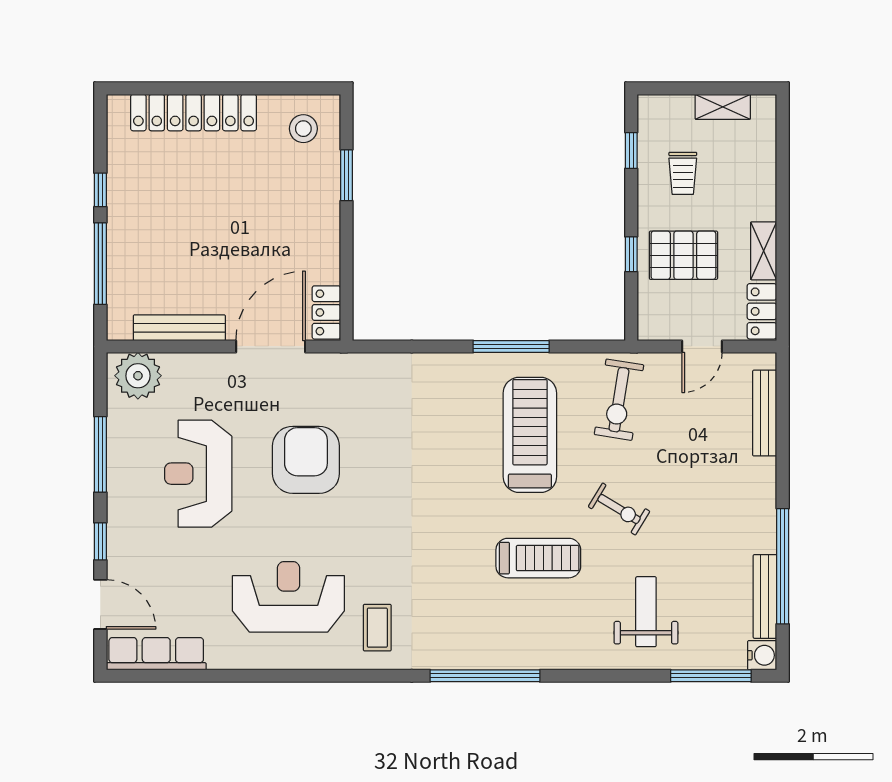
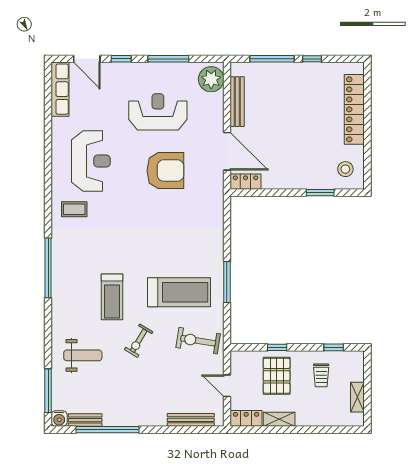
trolley: (683, 173) -> (321, 375), turned -90
bench: (765, 596) -> (85, 420), width x0.73
door: (100, 604) -> (87, 59), hinge flipped

